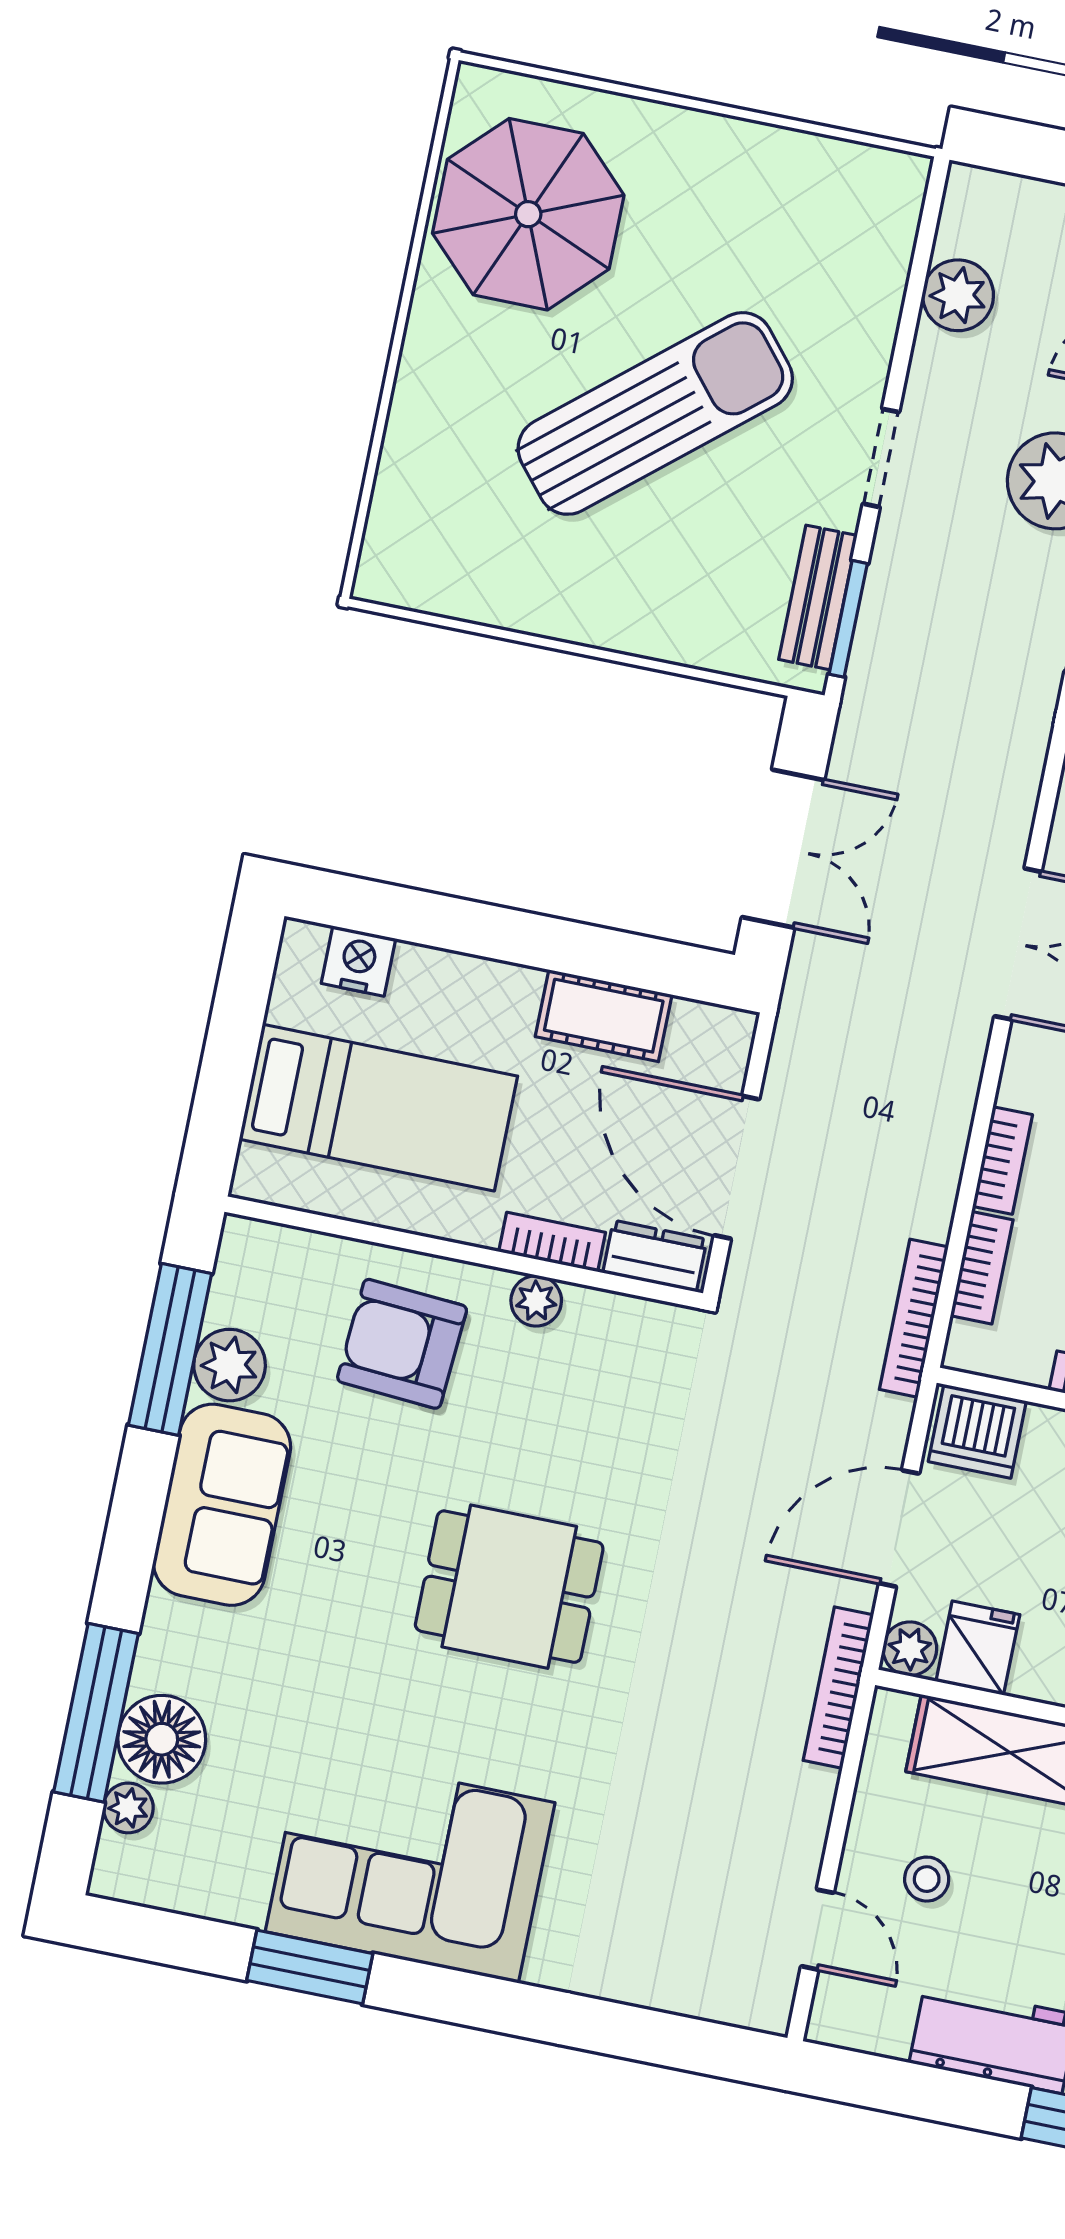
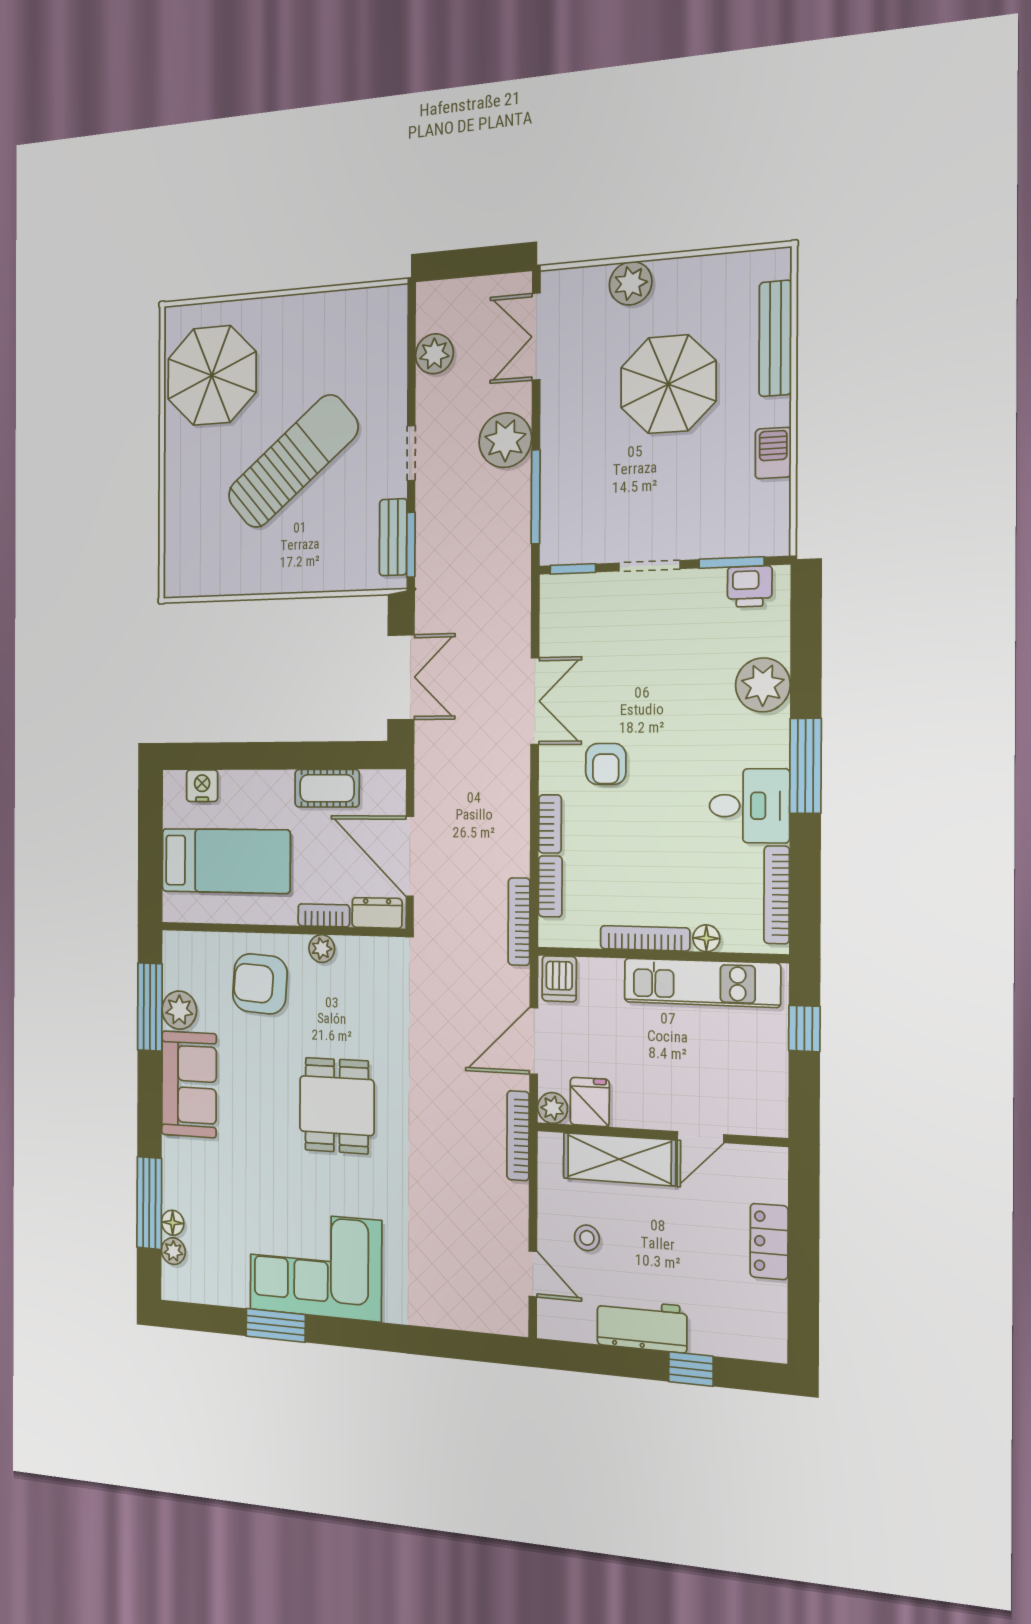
dishwasher: (977, 1431) -> (559, 979), width x0.73
dining table: (509, 1587) -> (337, 1106), turned 90
floor lamp: (162, 1739) -> (173, 1223), width x0.53, depth x0.53

